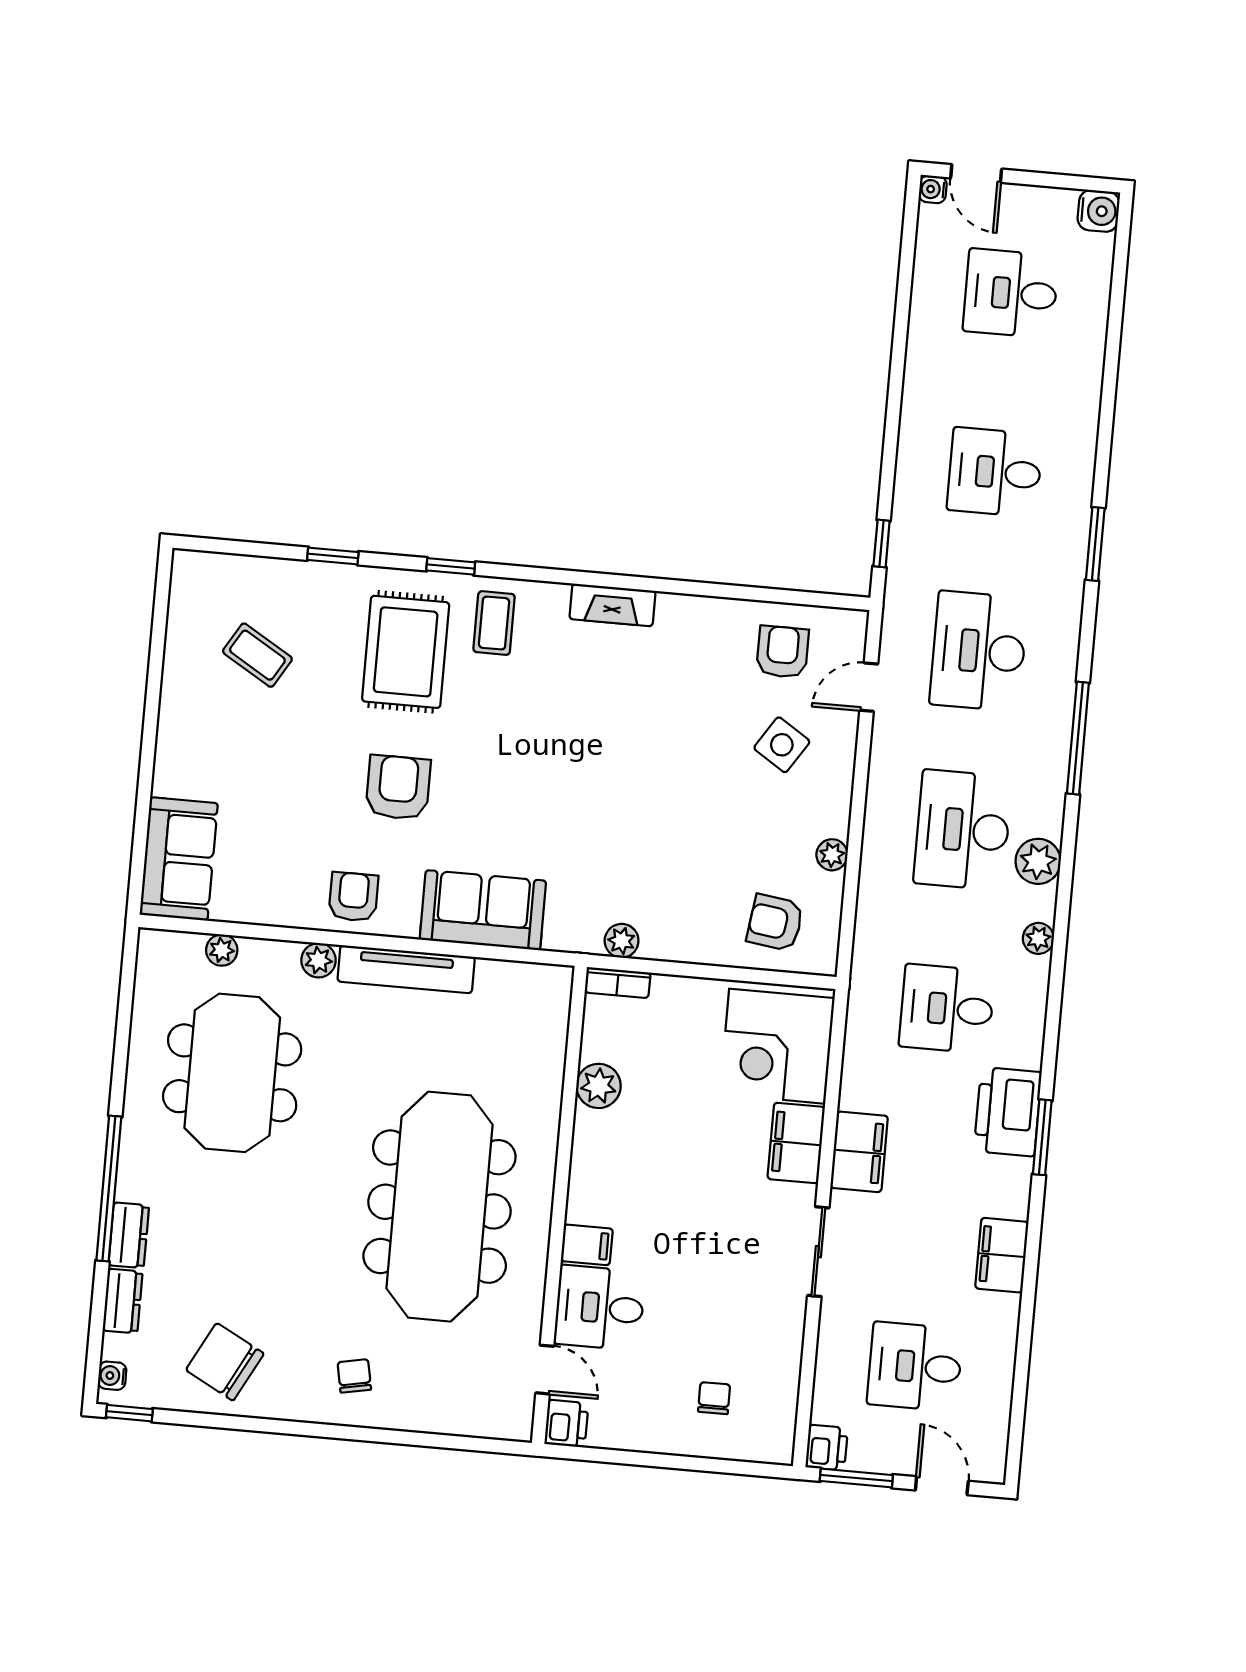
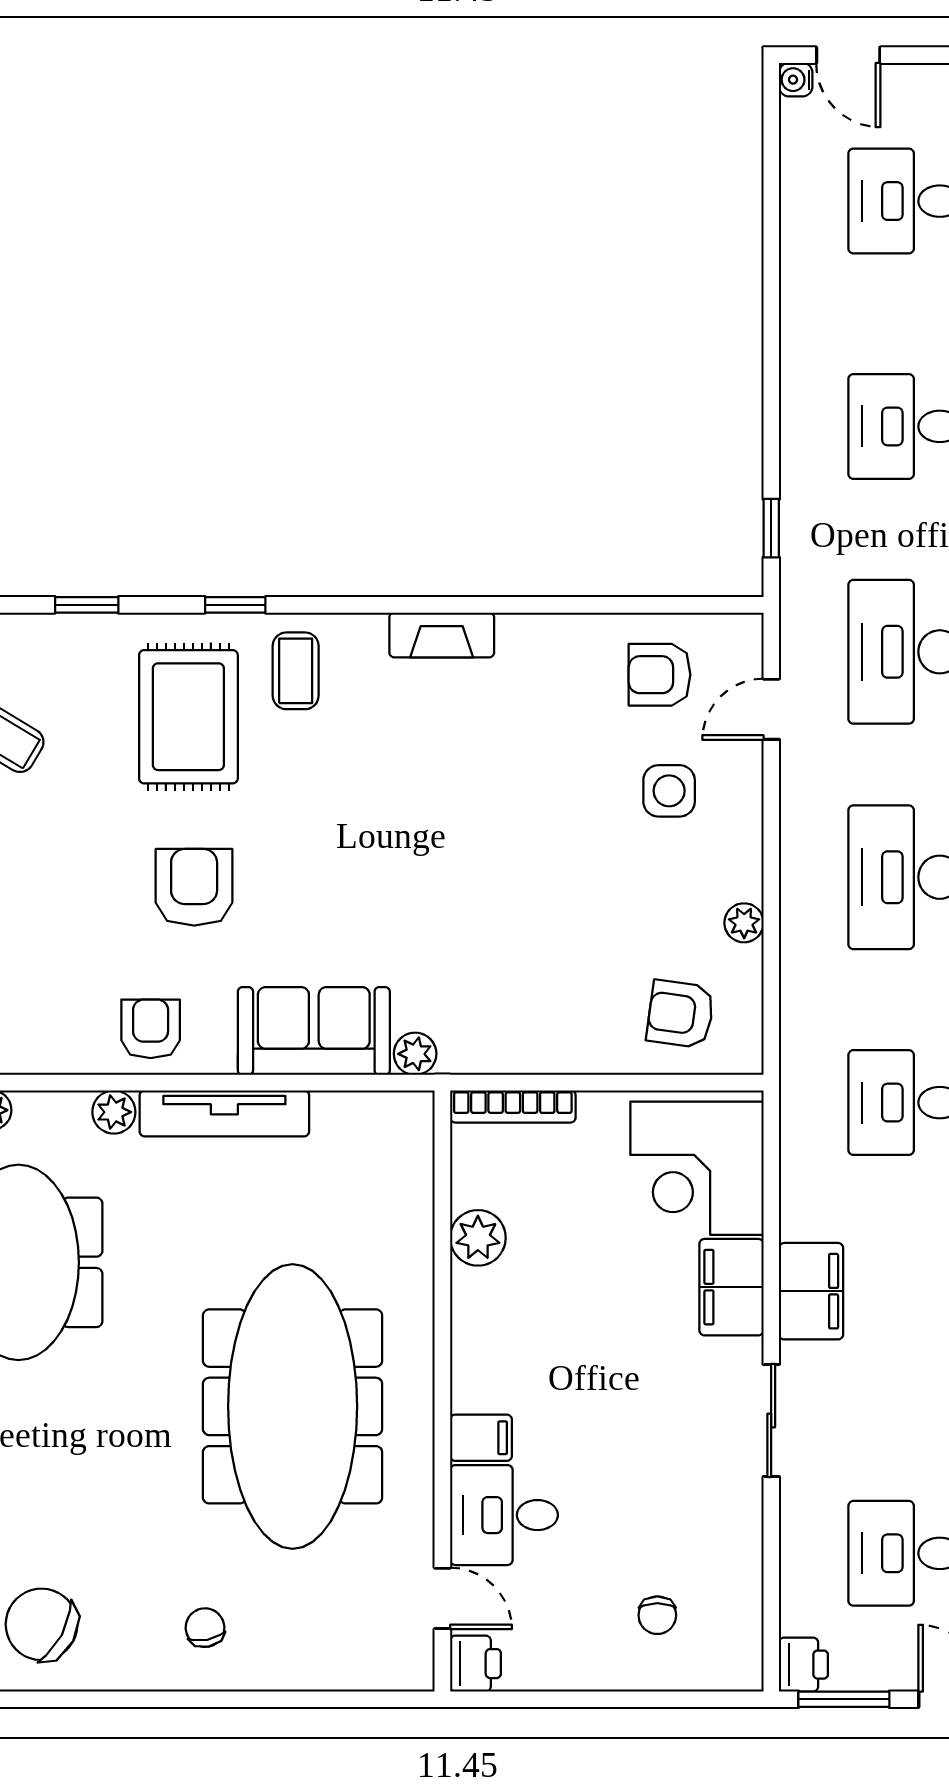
armchair: (783, 652) -> (660, 675), turned -90
side table: (782, 745) -> (669, 791), turned -33
plant: (622, 941) -> (415, 1054), moved
bookcase: (618, 983) -> (513, 1106), width x1.56
chair: (714, 1398) -> (657, 1615), turned 180

